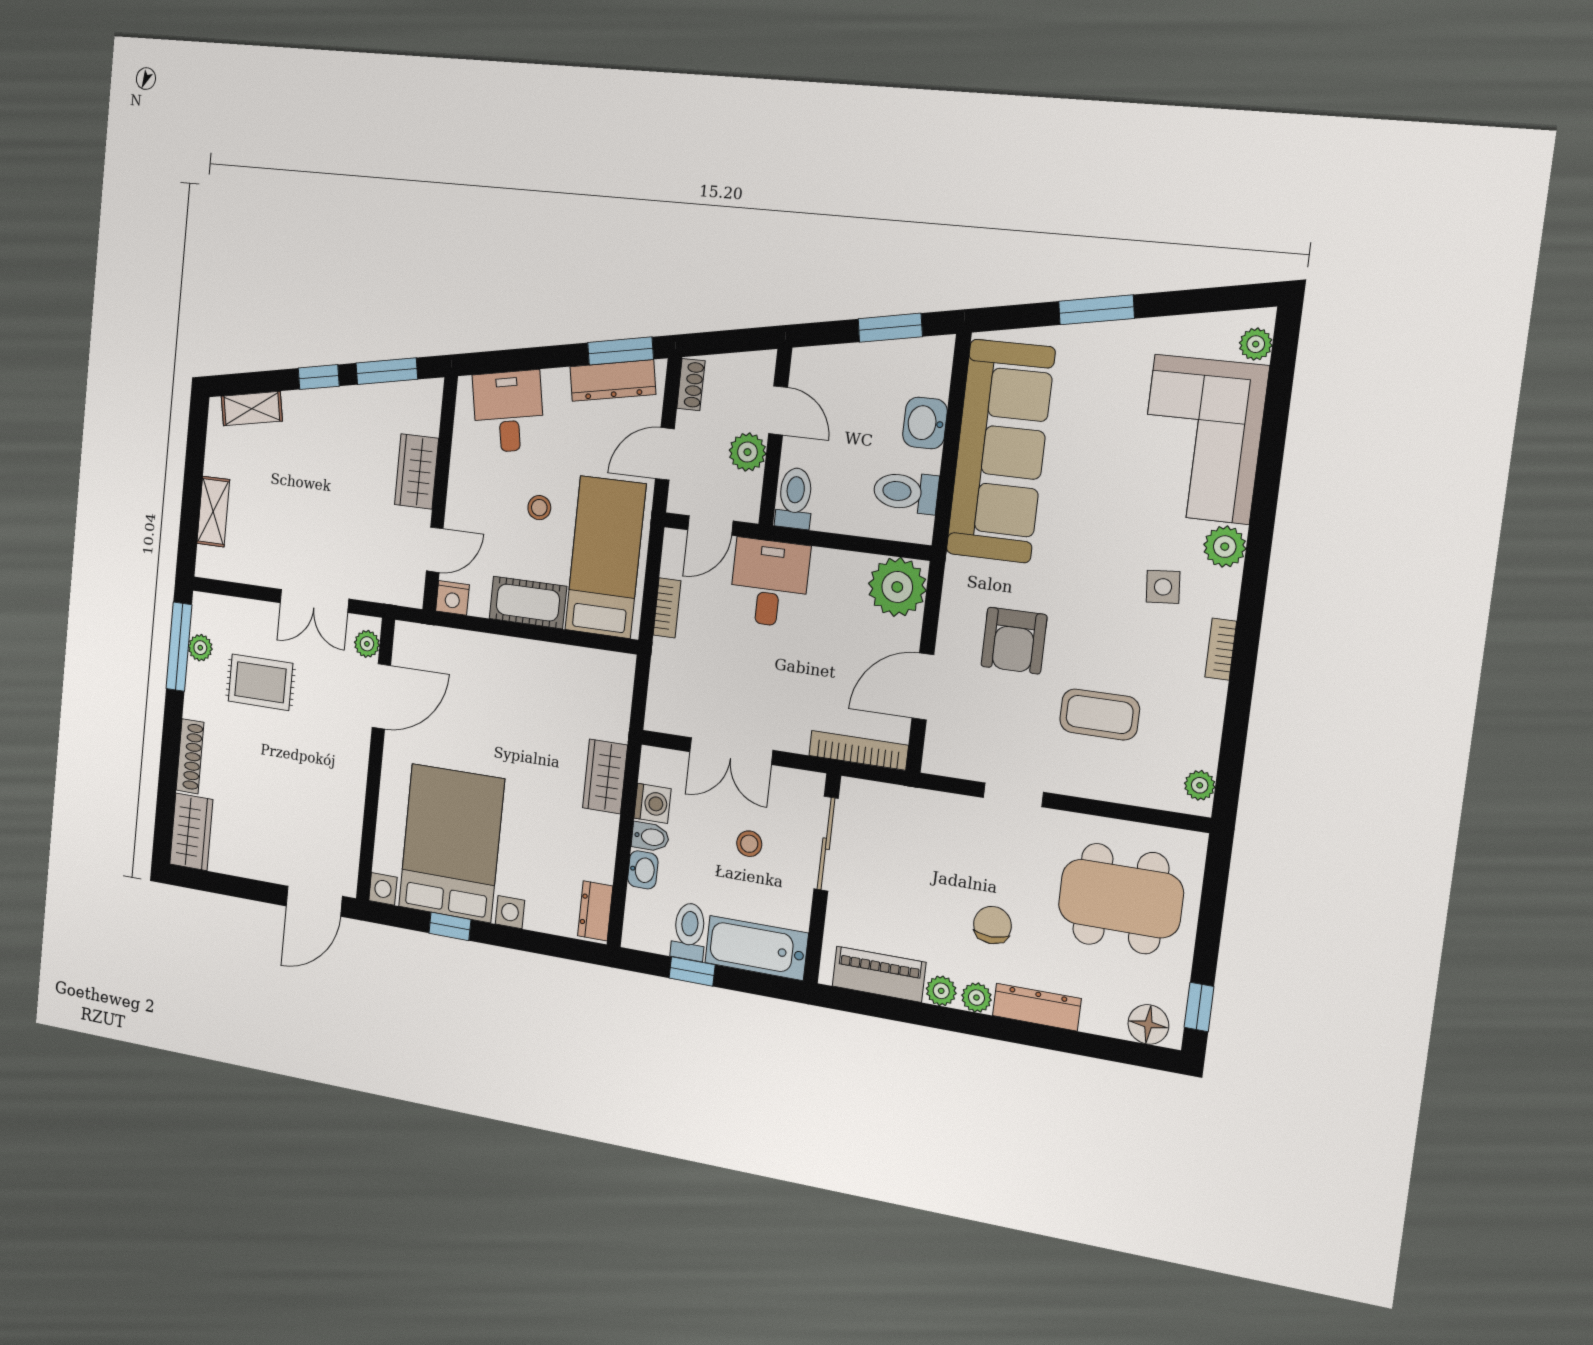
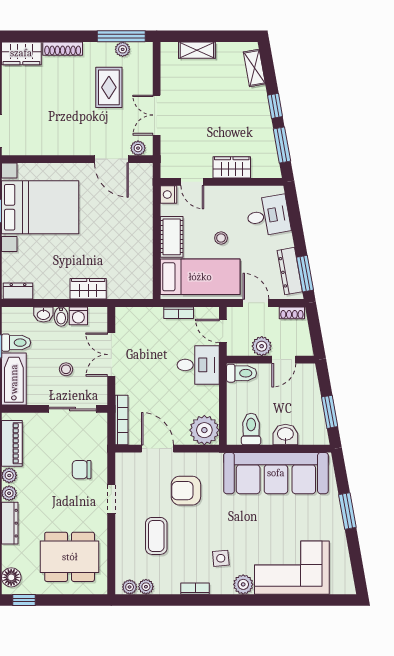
plant: (1256, 344) -> (146, 587), moved
dining table: (1121, 899) -> (70, 557), turned 90
chair: (992, 925) -> (82, 470), moved, turned 180

